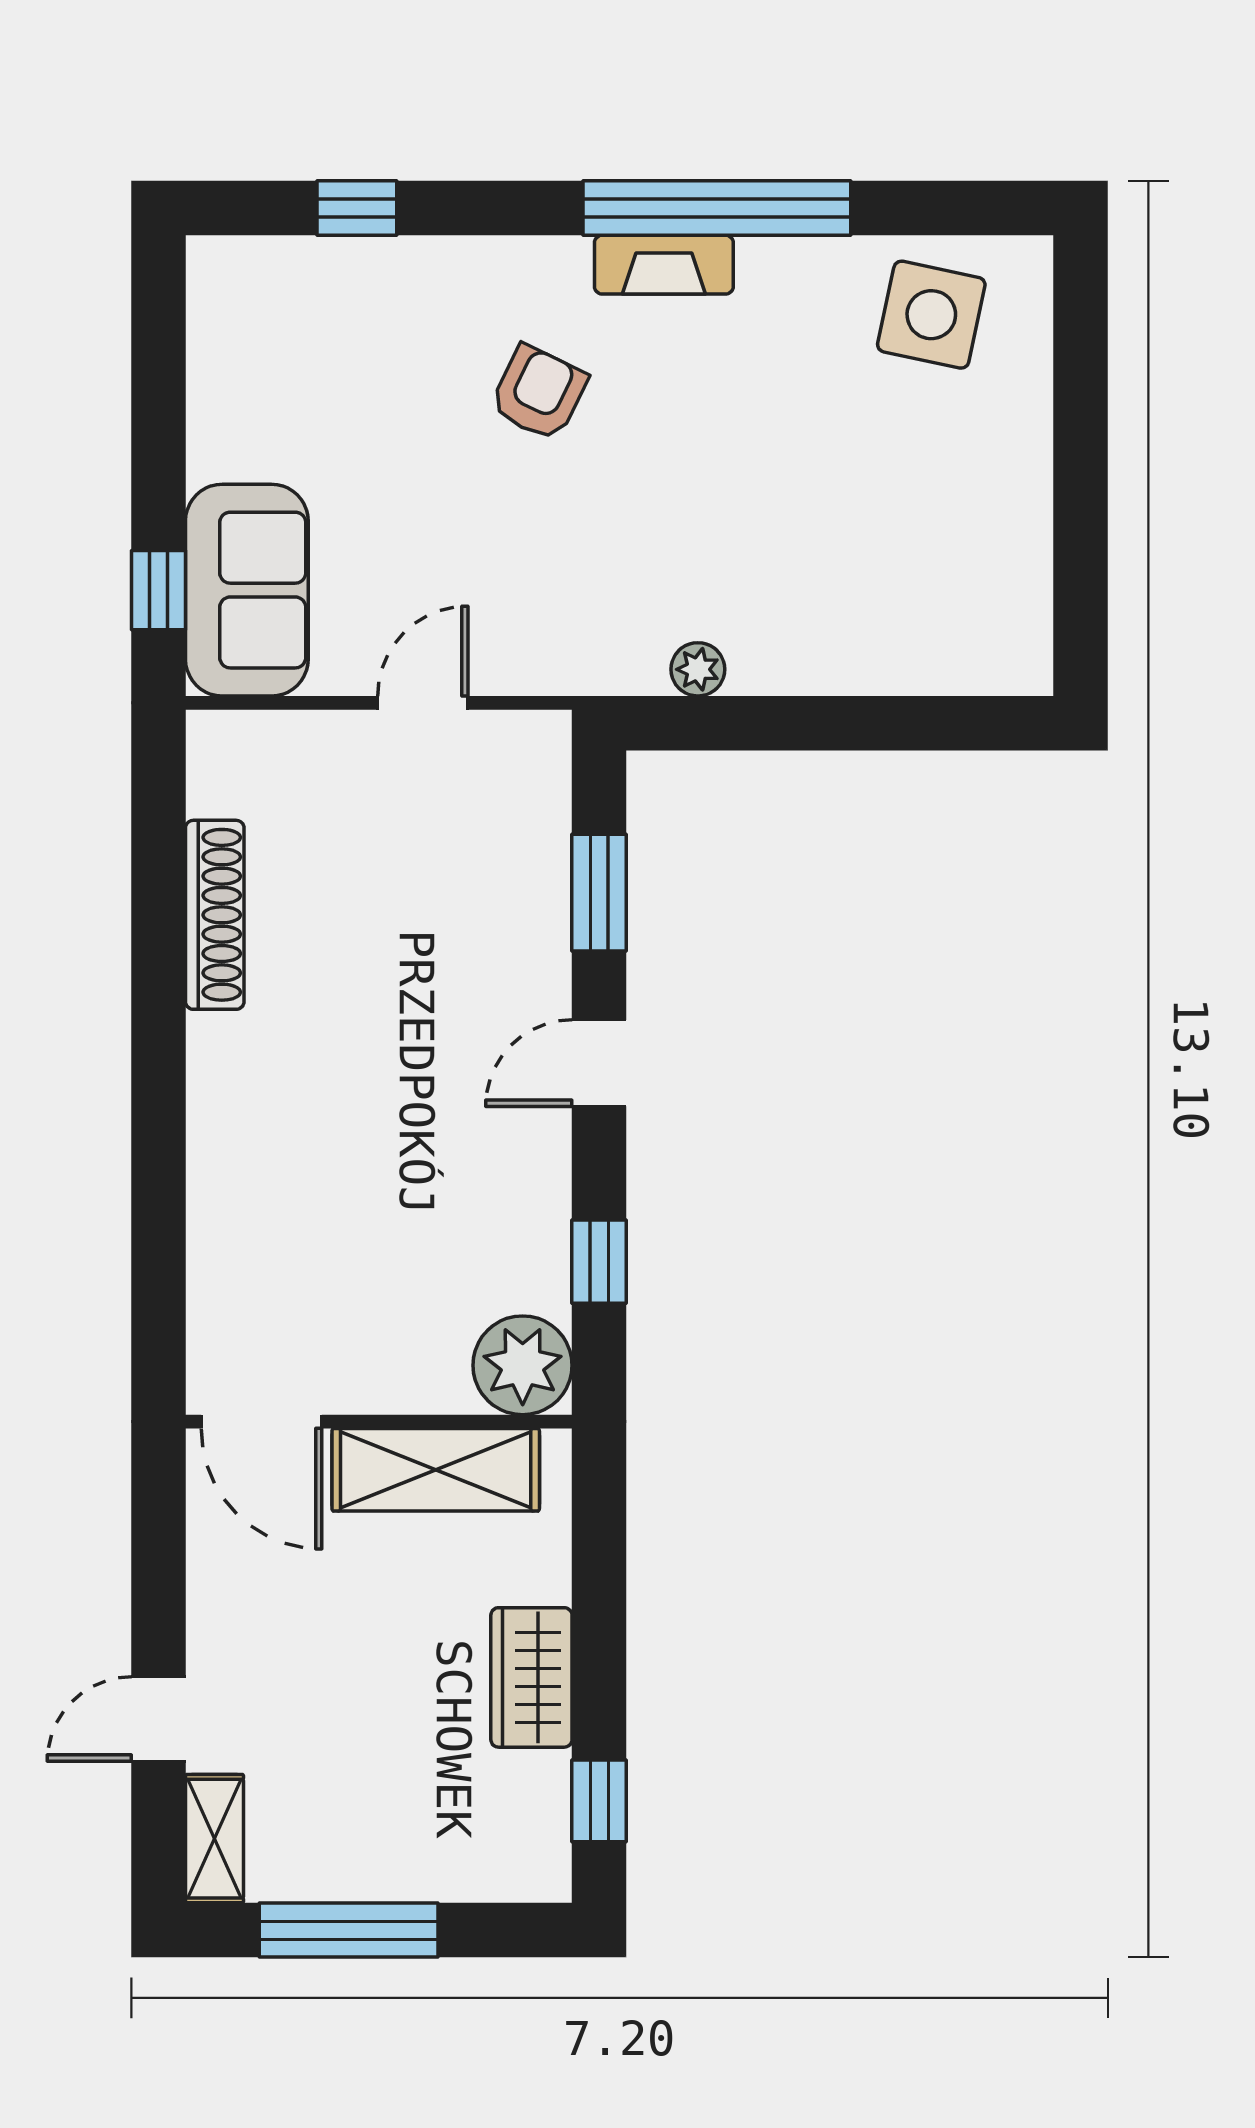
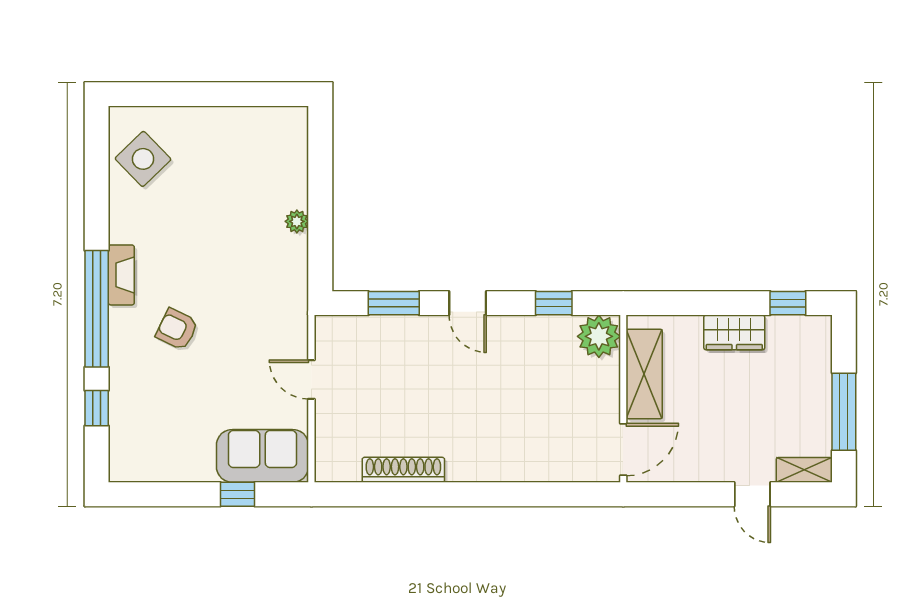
window: (717, 208) -> (97, 309), moved
side table: (931, 315) -> (143, 159), turned 34
window: (158, 590) -> (237, 494), moved
plant: (698, 669) -> (297, 221), moved

